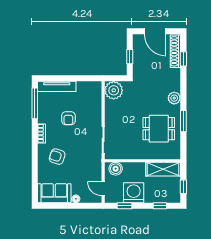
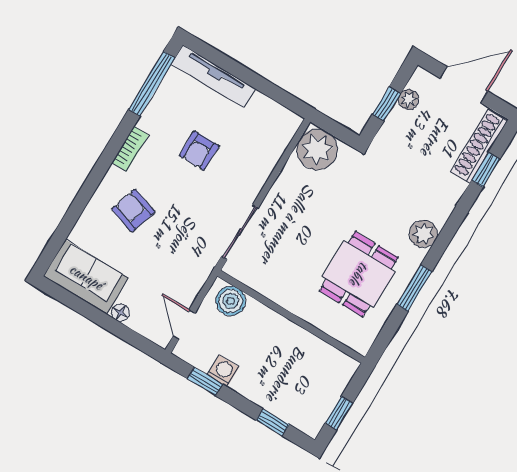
door: (155, 31) -> (464, 85), swing flipped
plant: (137, 50) -> (409, 99), added
dining table: (159, 129) -> (359, 274), turned 90
shelving: (163, 169) -> (321, 356), removed
washing machine: (134, 193) -> (223, 371), width x0.53, depth x0.53

